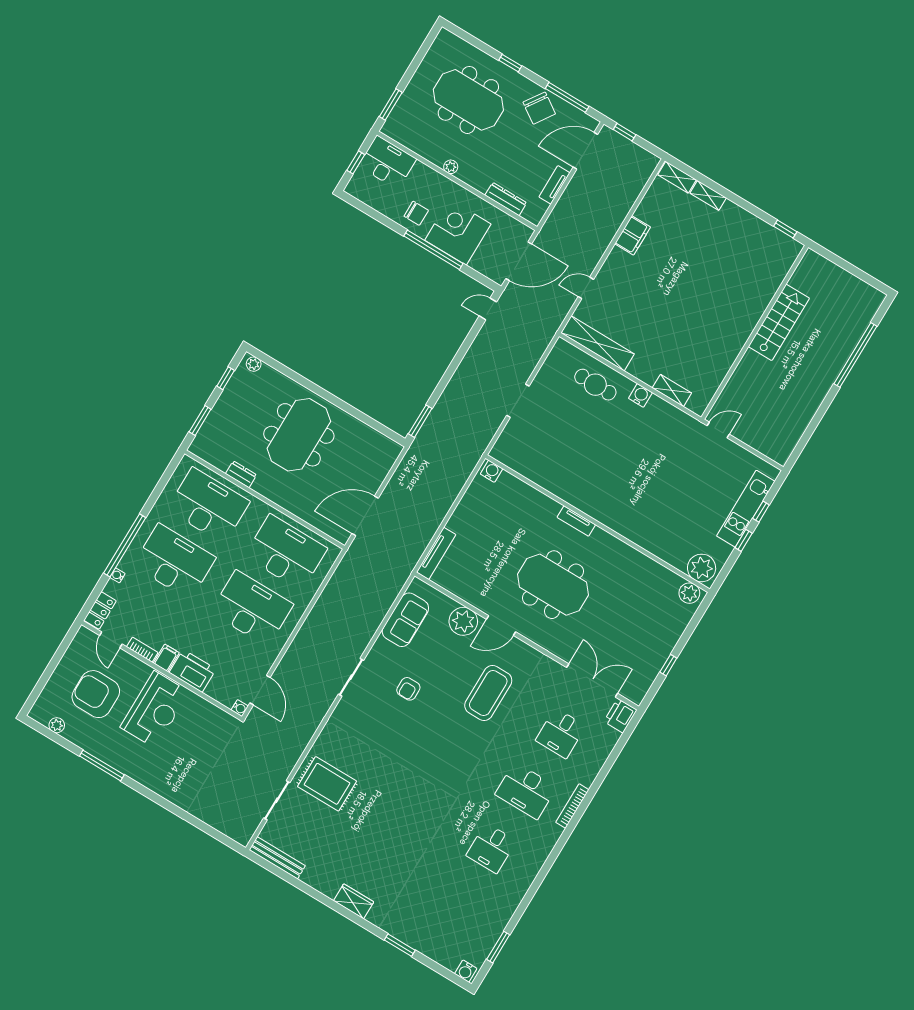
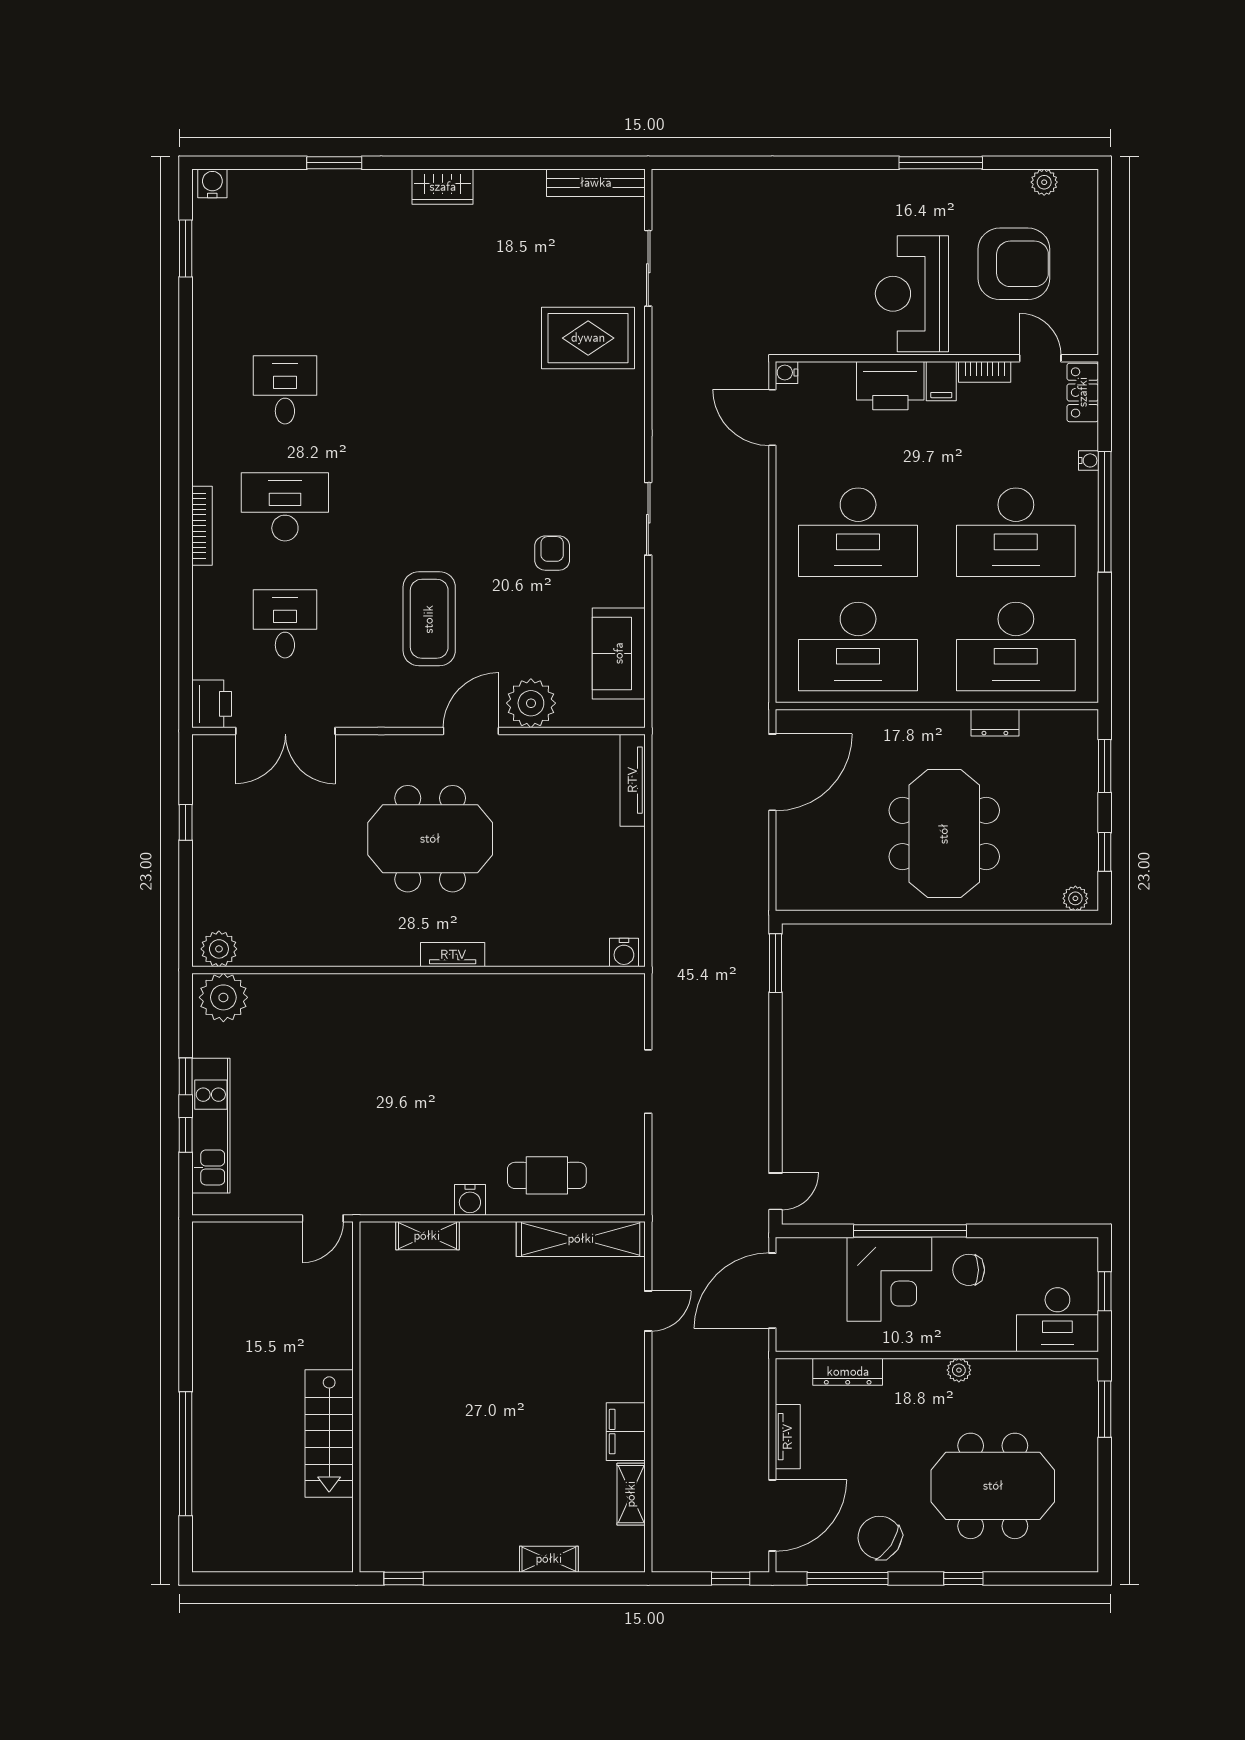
shelving: (677, 177) -> (631, 1494), moved, turned 90

